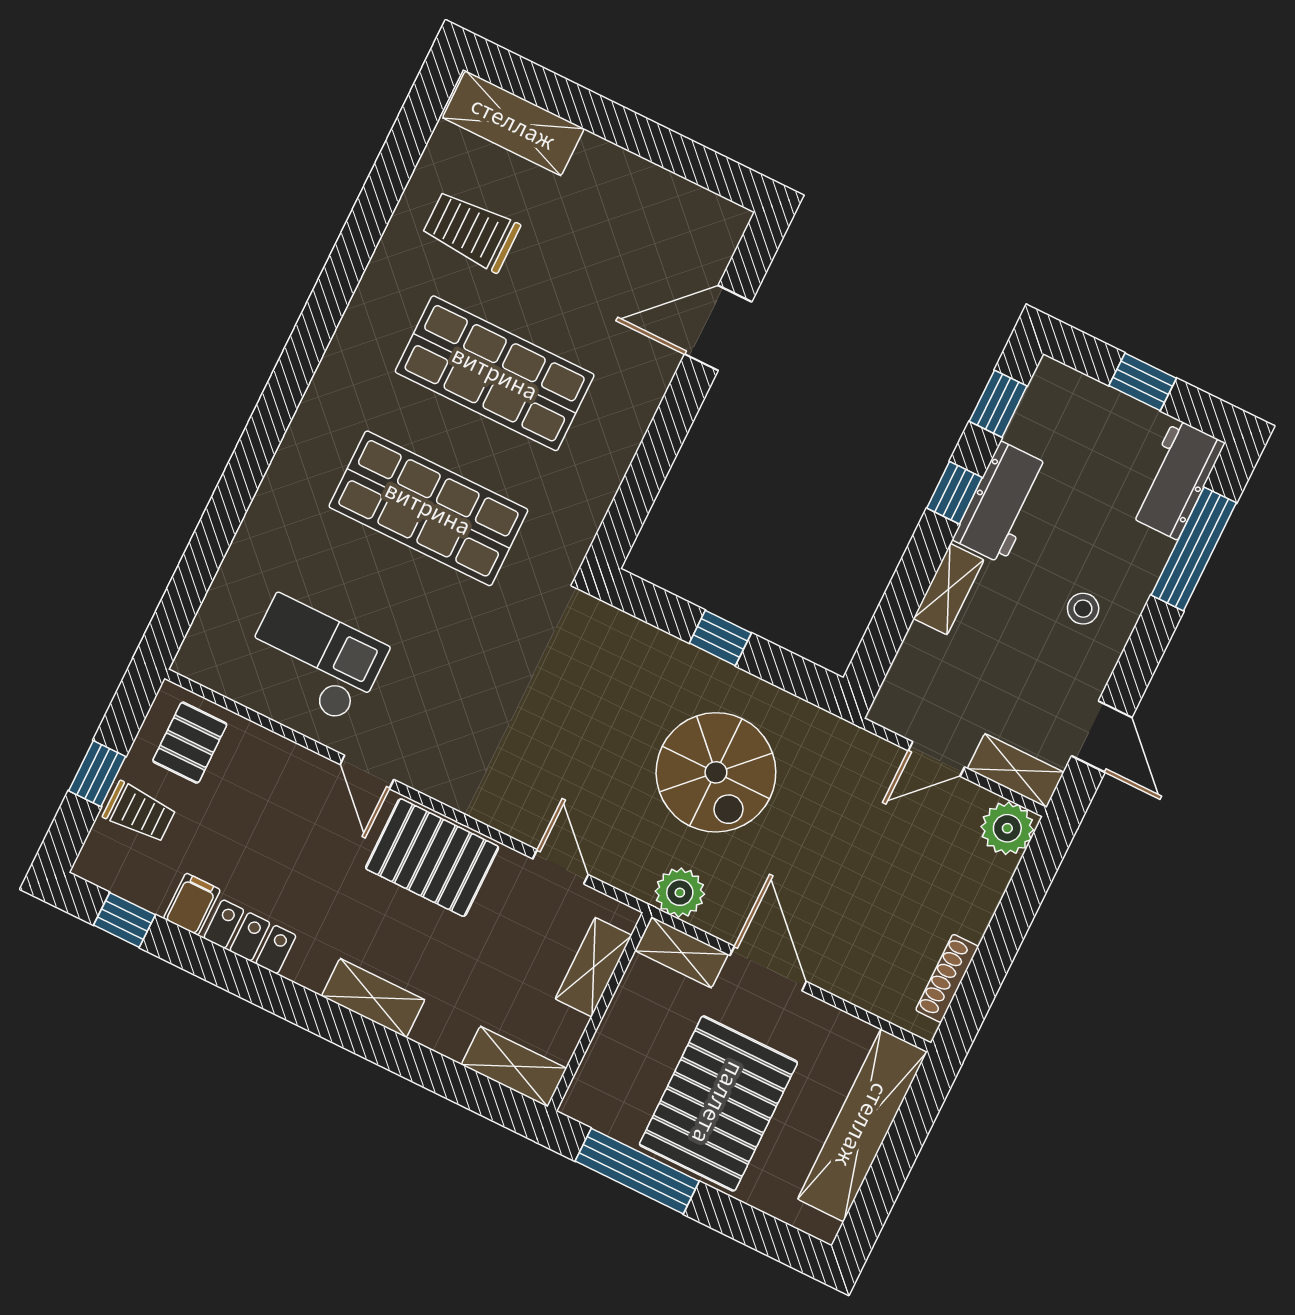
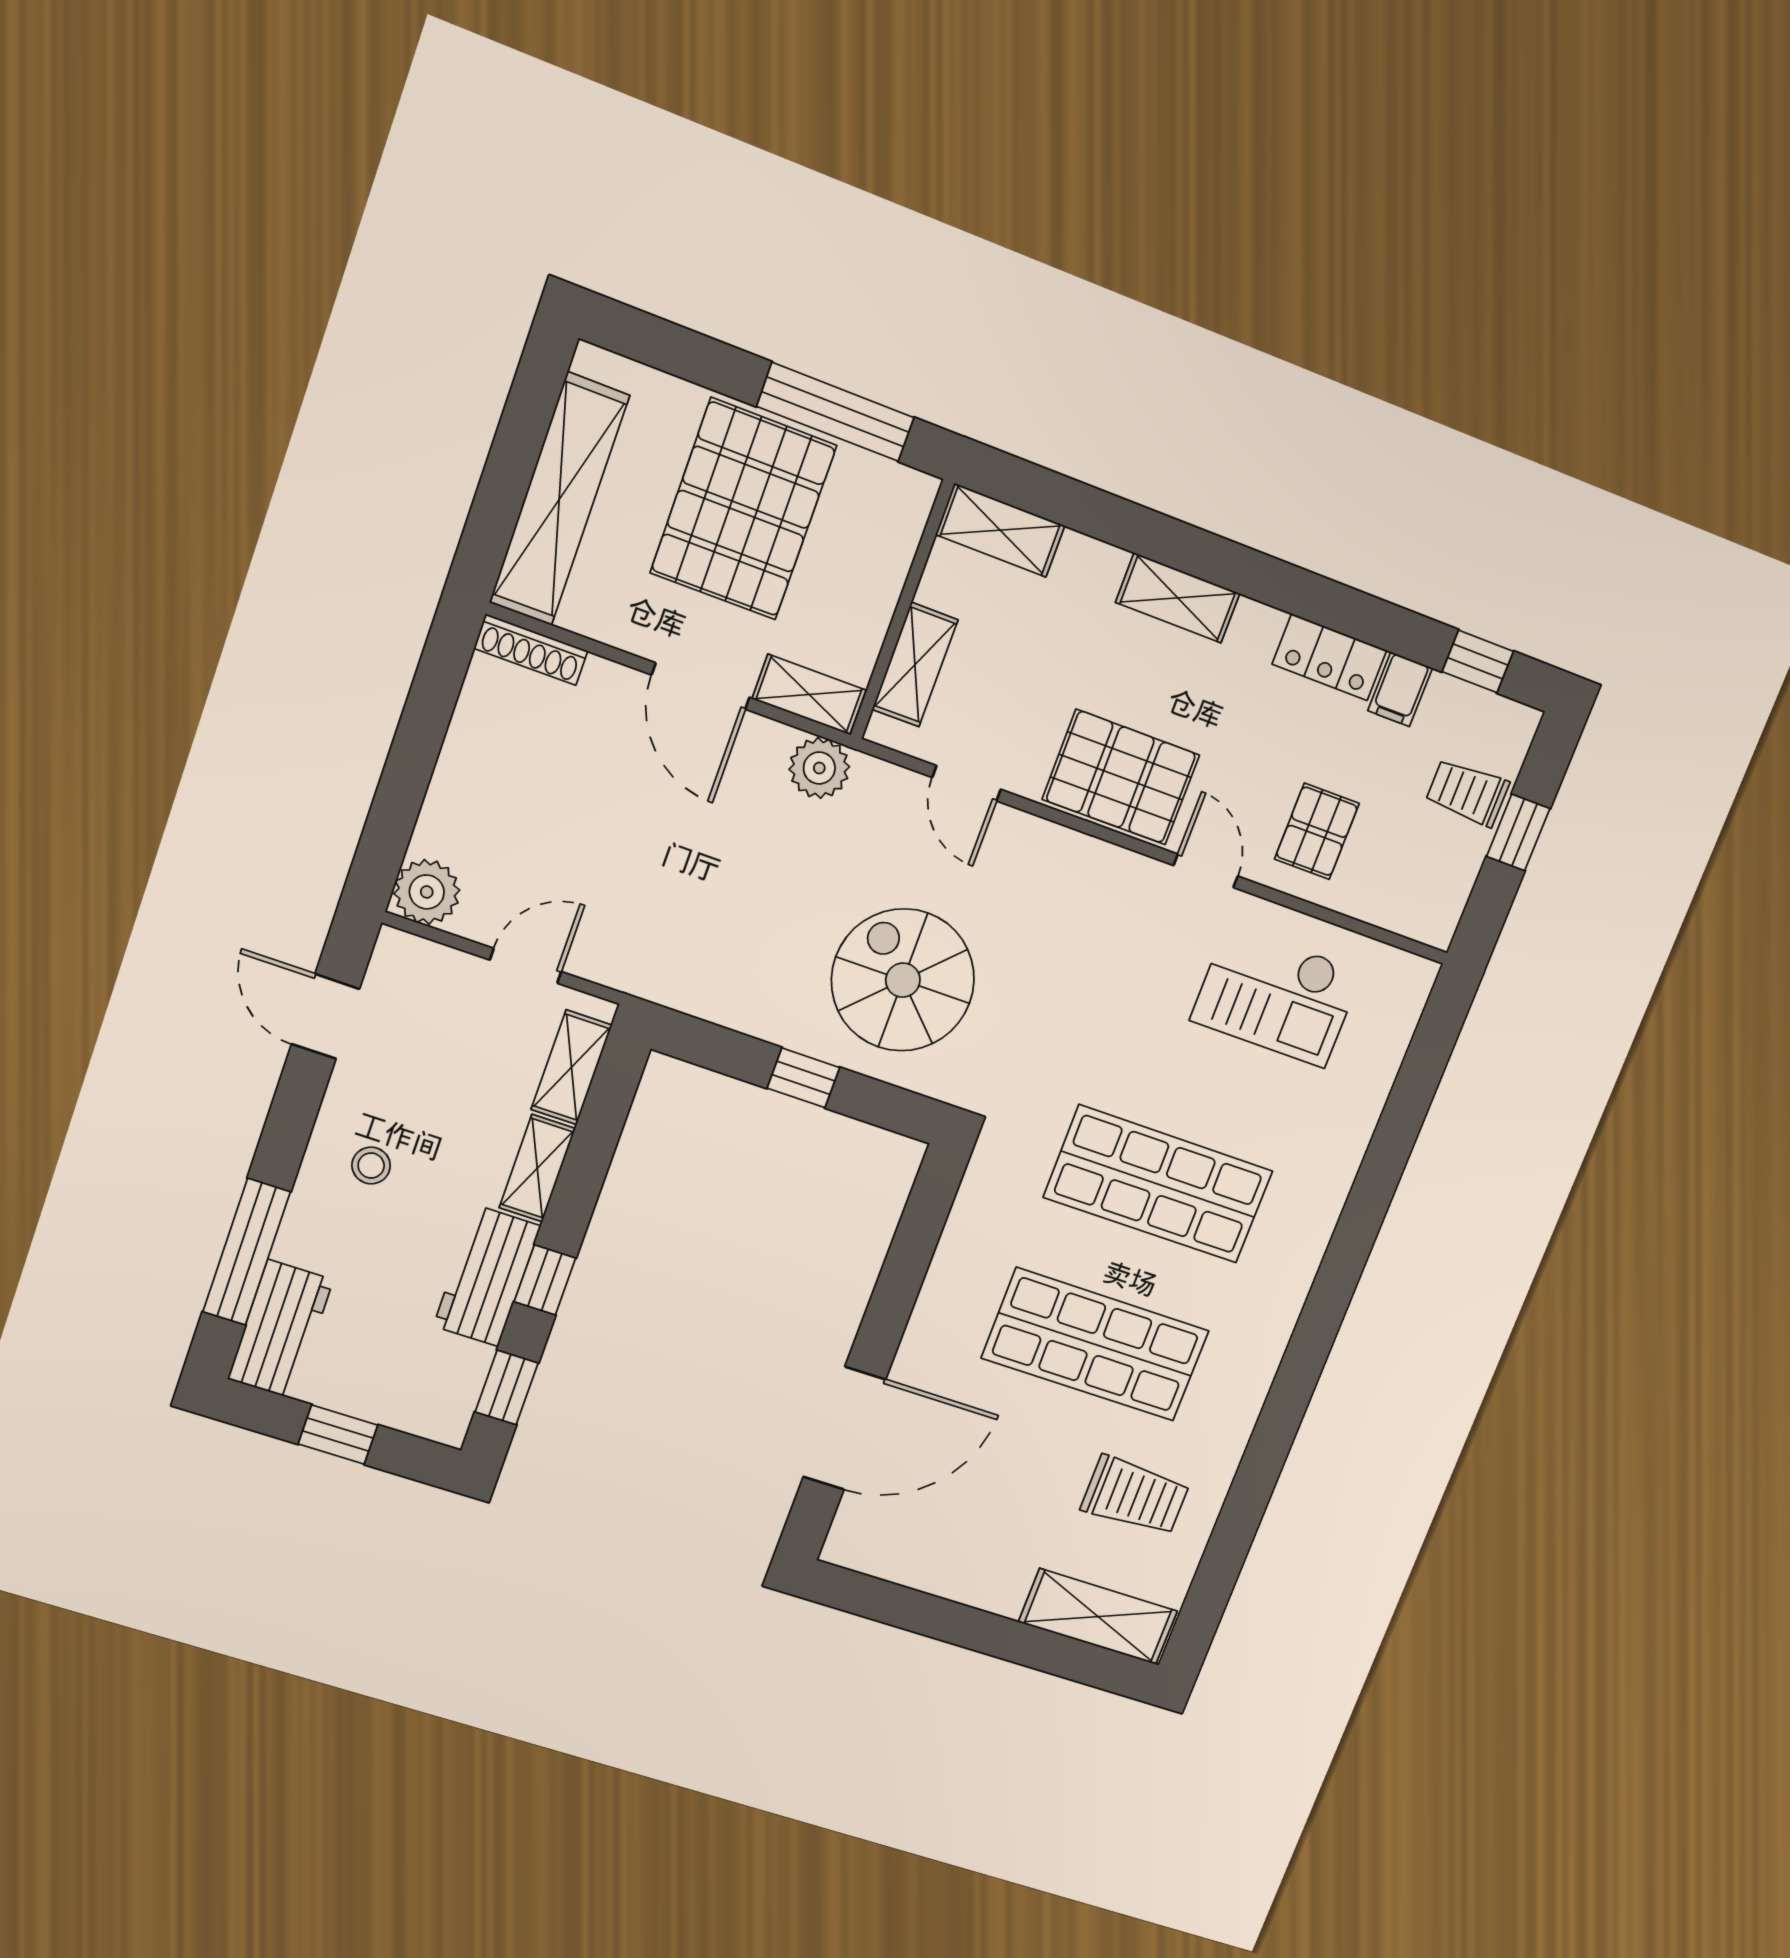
door: (718, 328) -> (844, 1428), width x1.36
pallet: (190, 743) -> (1317, 831), moved
shelving: (1016, 771) -> (572, 1067), moved, turned 90
spiral stairs: (716, 772) -> (903, 980), moved
shoe rack: (947, 978) -> (531, 650), moved, turned 90

